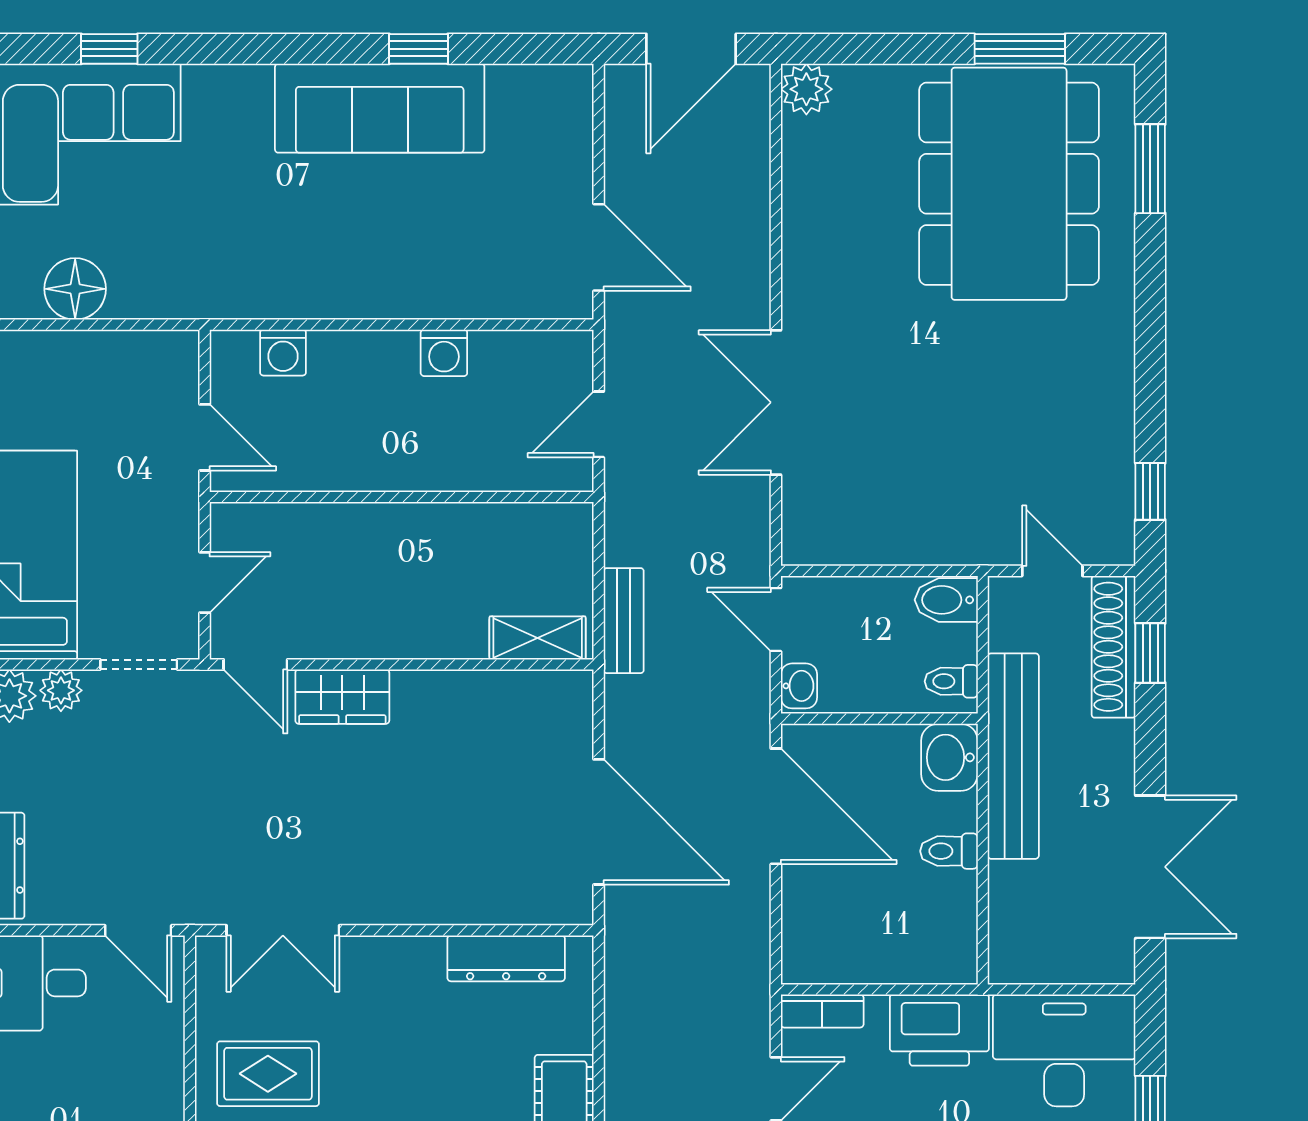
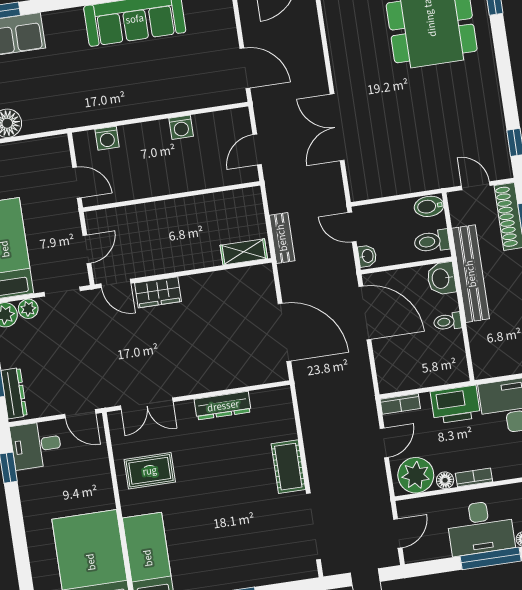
toilet: (951, 681) -> (432, 241), width x1.37, depth x1.39
dresser: (506, 958) -> (223, 406), moved

